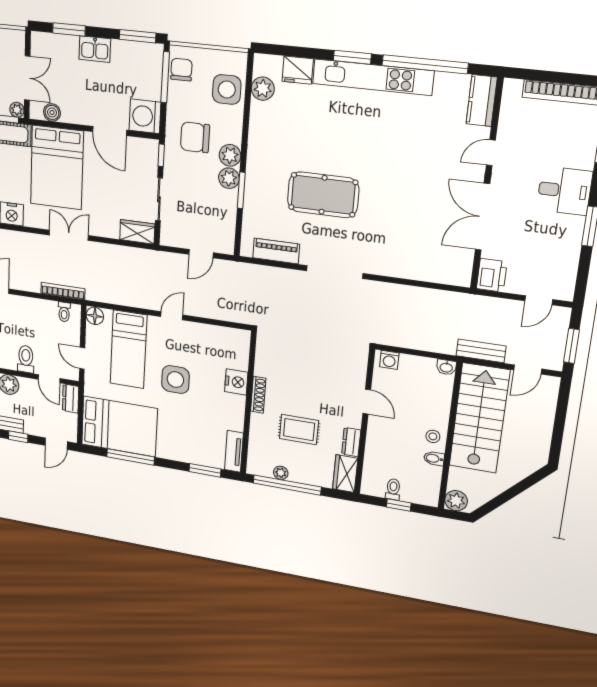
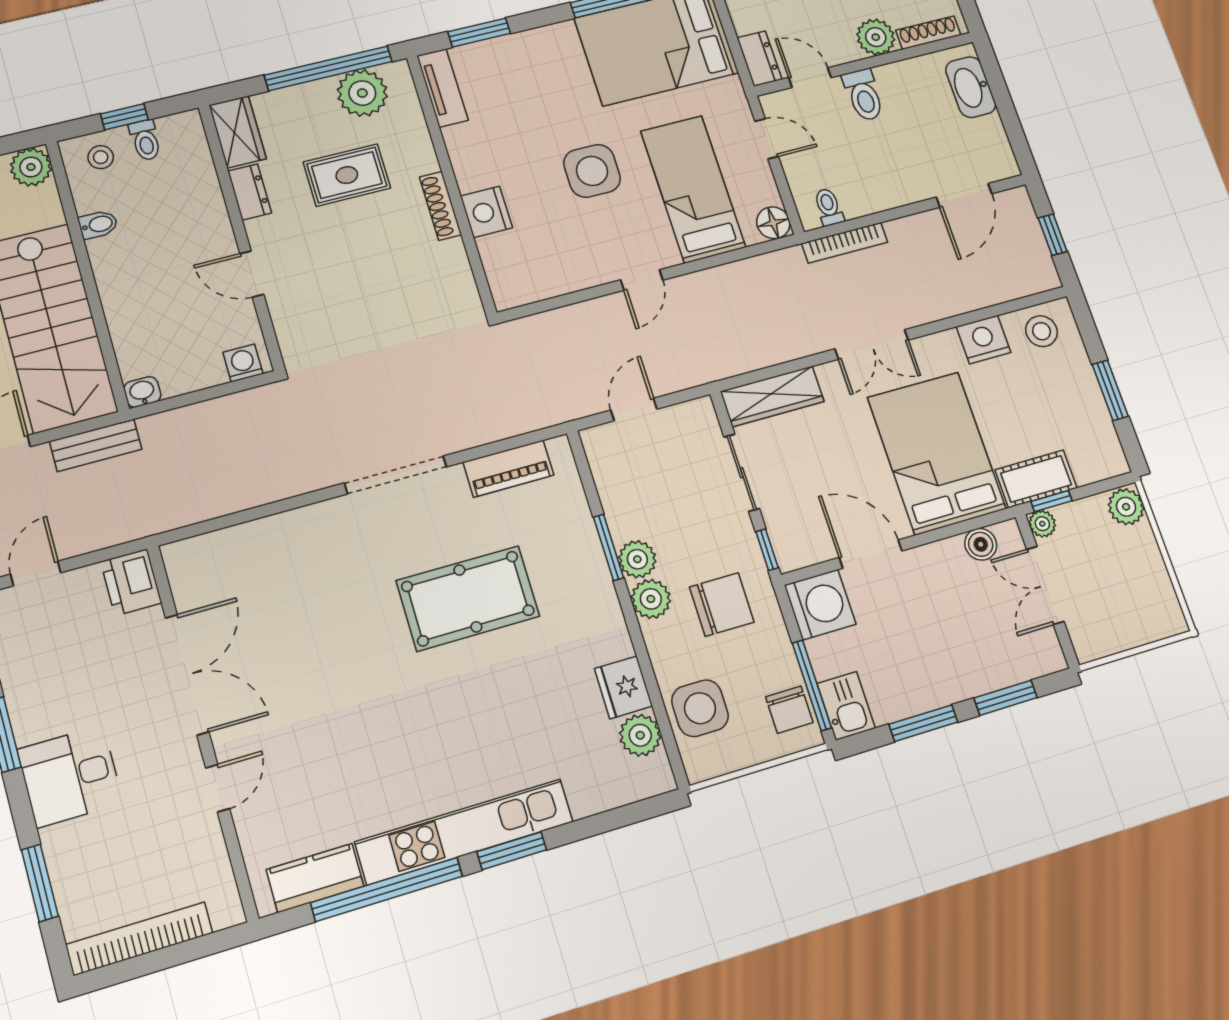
window: (138, 36) -> (923, 723), moved
kitchen sink: (95, 49) -> (846, 706), moved, turned 90
fridge: (298, 70) -> (623, 687), moved, turned -90
kitchen counter: (482, 101) -> (315, 878), moved, turned -90
wardrobe: (137, 232) -> (772, 396), width x1.50
stool: (433, 436) -> (101, 157), moved
plant: (281, 473) -> (362, 93), width x1.88, depth x1.88

